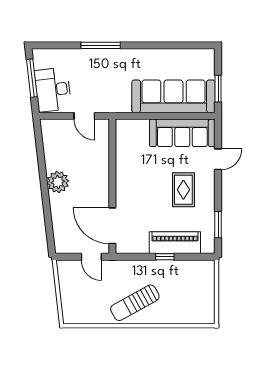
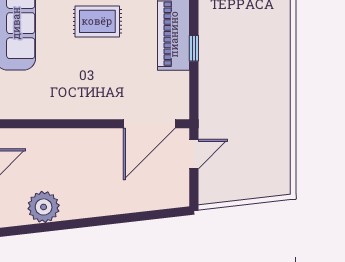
plant: (58, 182) -> (44, 207), moved
sun lounger: (135, 303) -> (260, 91), removed

